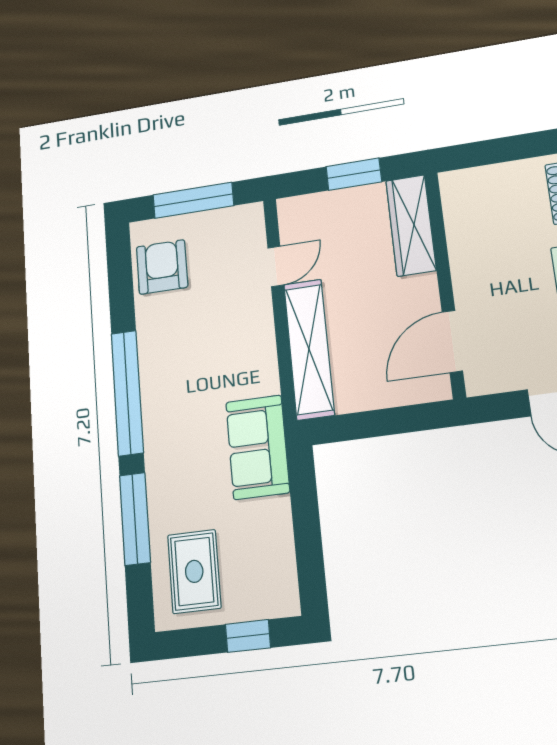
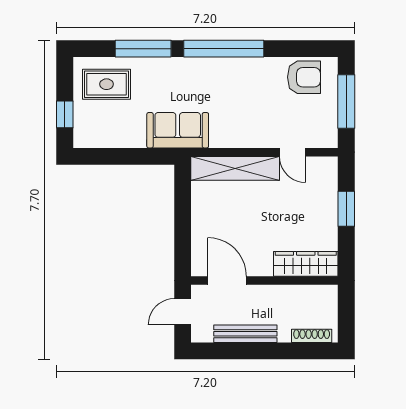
wardrobe: (411, 225) -> (306, 264), moved
wall: (445, 284) -> (264, 280), moved
door: (452, 341) -> (227, 280), moved

